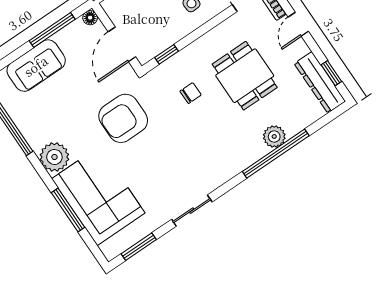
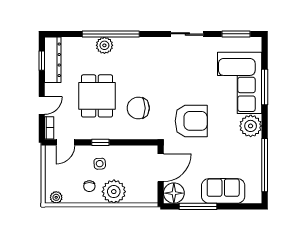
floor lamp: (90, 18) -> (174, 193), width x1.89, depth x1.89
window: (167, 54) -> (100, 142), moved
chair: (191, 93) -> (138, 108), width x1.87, depth x1.87

